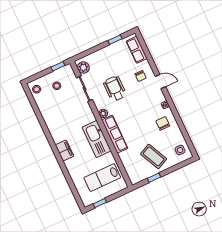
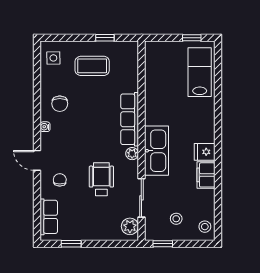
wheelchair: (115, 89) -> (101, 179), turned 180
fridge: (59, 136) -> (205, 152), added
kitchen sink: (97, 139) -> (156, 151), moved
filing cabinet: (64, 151) -> (206, 175), moved
coffee table: (154, 156) -> (92, 66), turned -65
lab bench: (102, 178) -> (200, 72), moved, turned -90

